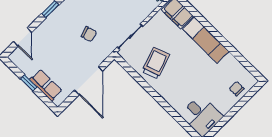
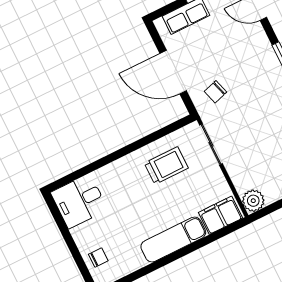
chair: (89, 34) -> (216, 92), moved
trolley: (156, 63) -> (166, 166), turned -71

